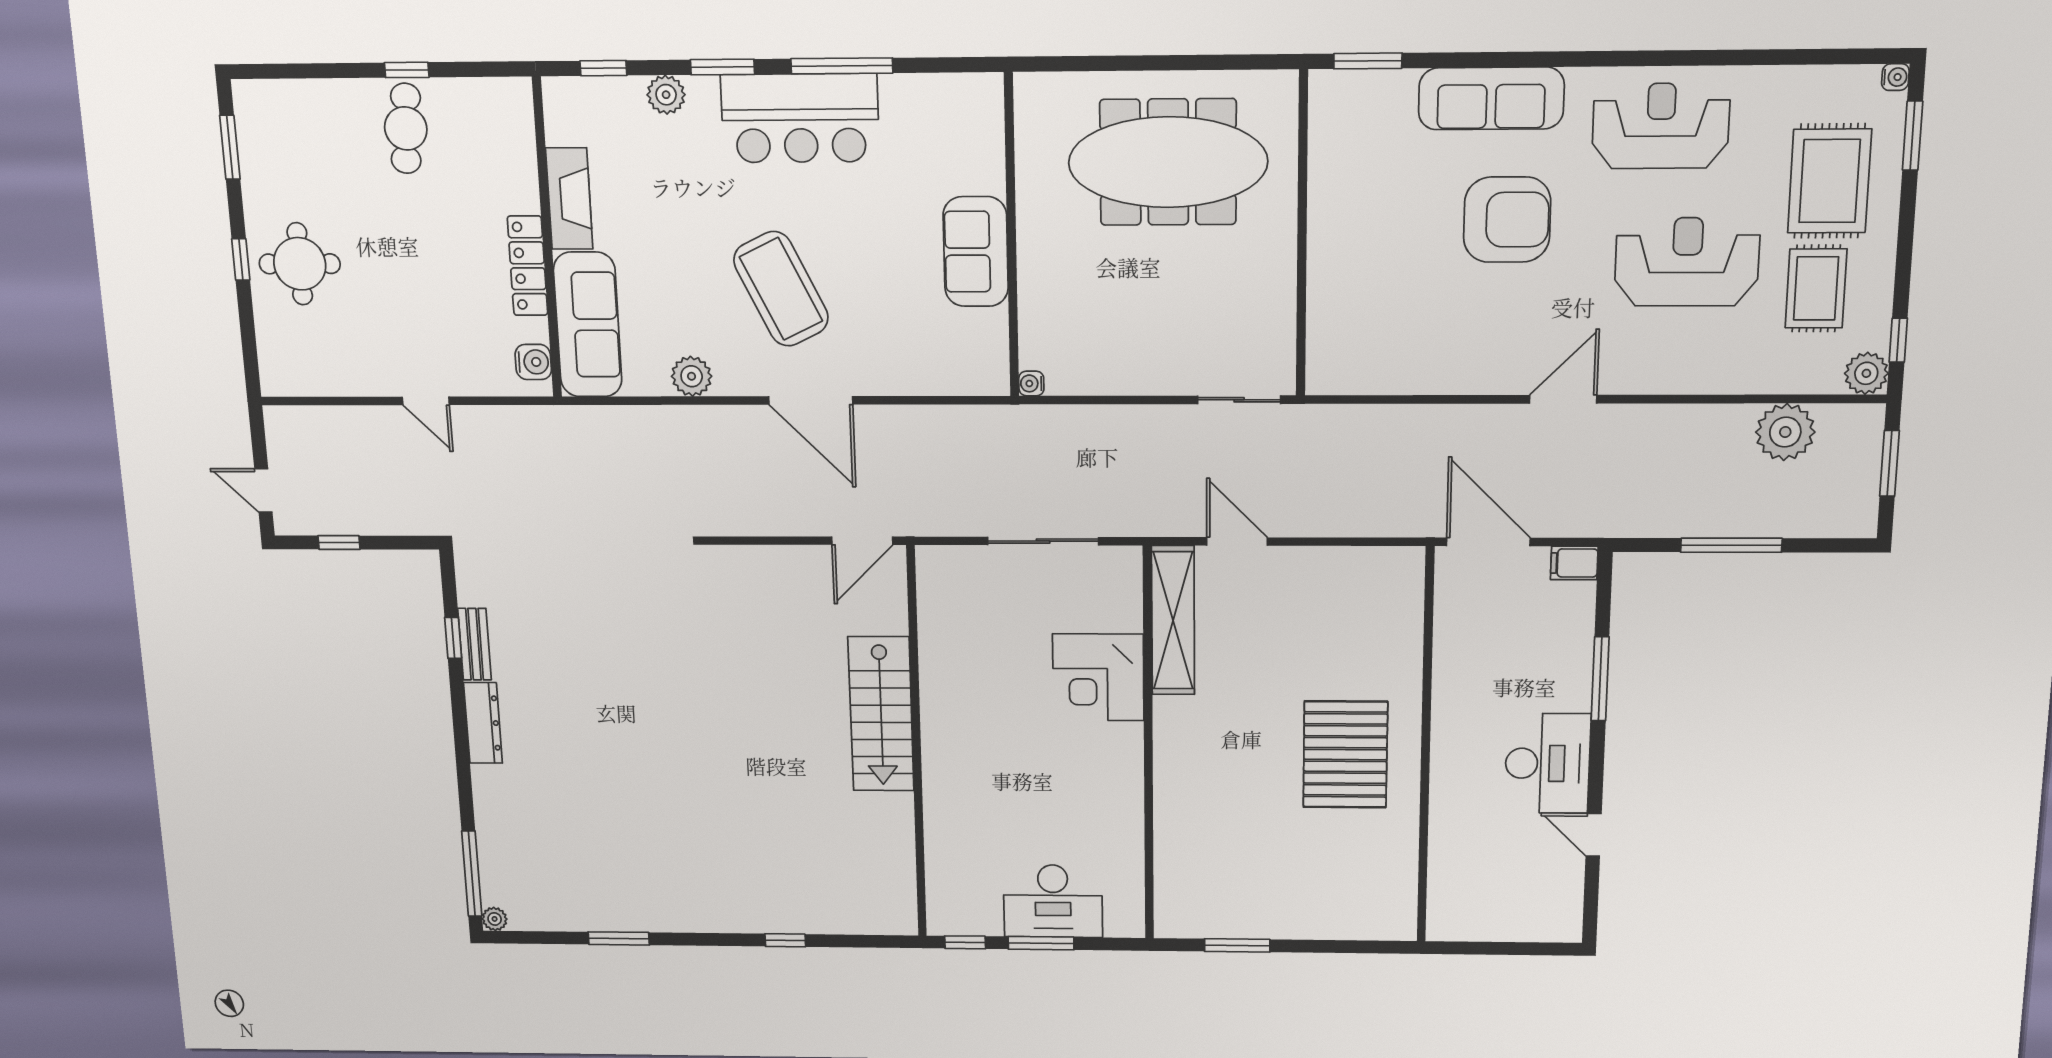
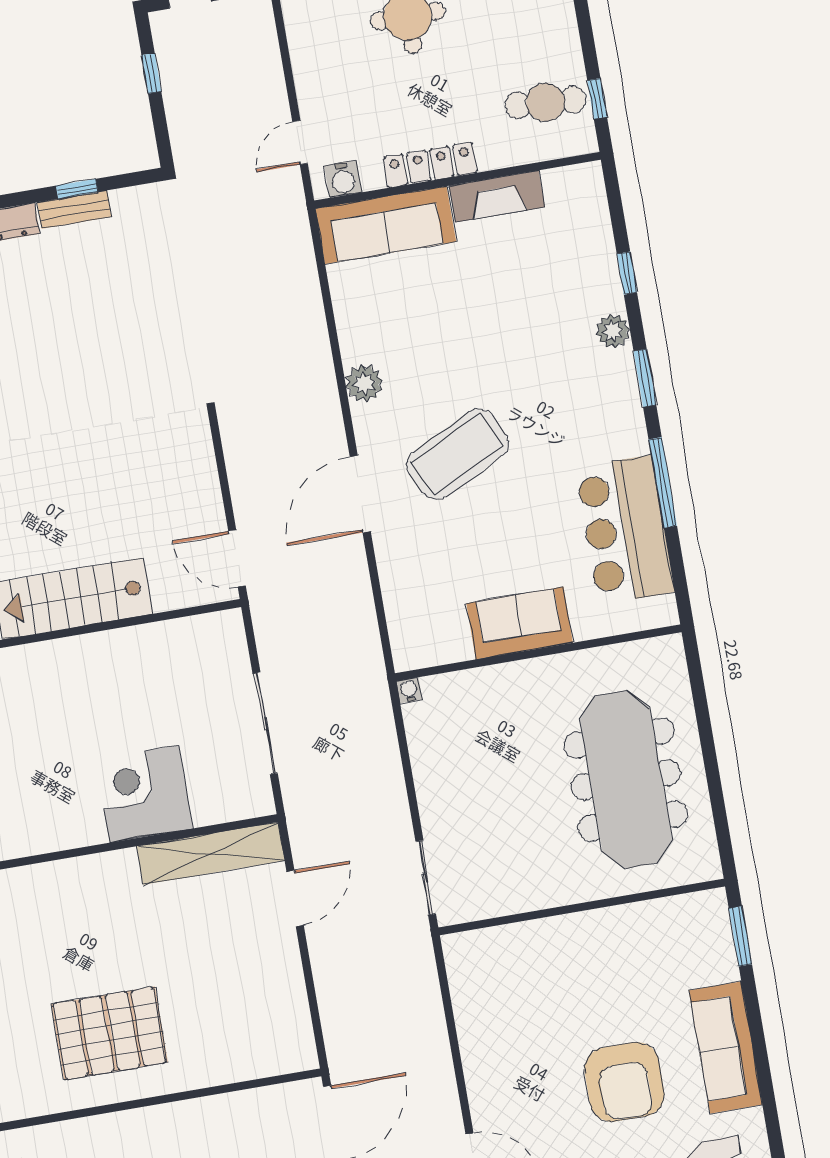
bar counter: (800, 118) -> (625, 530), moved
fireplace: (569, 199) -> (497, 196), moved
wall: (547, 239) -> (457, 180), moved
locker: (528, 266) -> (430, 165), moved
sofa: (588, 325) -> (386, 225), moved
water cooler: (533, 362) -> (343, 179), moved

